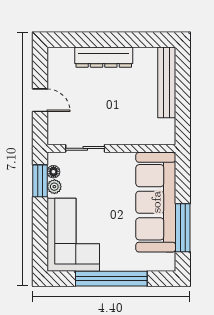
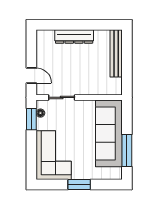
door: (40, 100) -> (31, 76), moved
plant: (54, 187) -> (41, 123), removed
window: (111, 279) -> (79, 184), width x0.47

